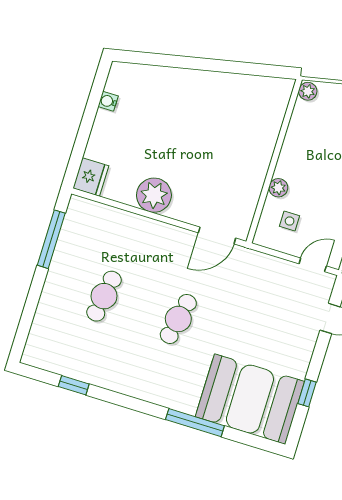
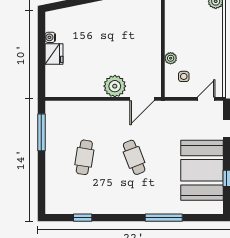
fridge: (91, 177) -> (54, 54), moved
plant: (154, 195) -> (115, 86), moved
cafe table: (178, 319) -> (134, 157), turned -33
booth: (250, 399) -> (202, 170), moved, turned 90

